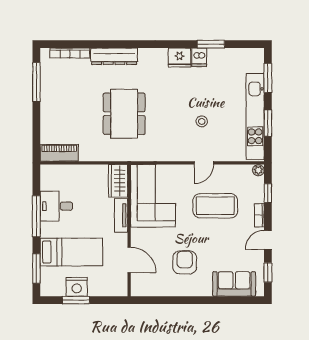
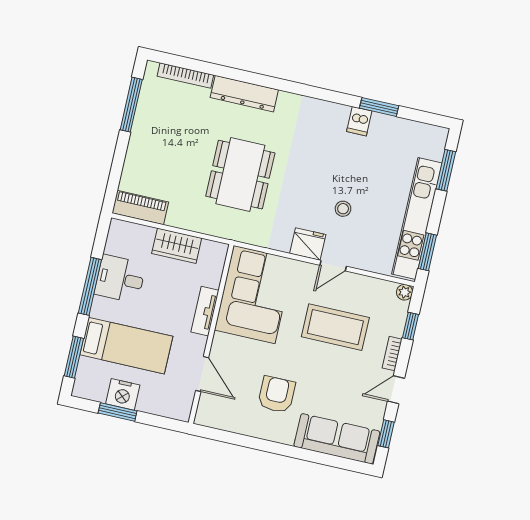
fridge: (180, 58) -> (308, 244), moved, turned 180
window: (268, 123) -> (427, 252), moved
wardrobe: (118, 181) -> (177, 246), moved, turned -90
sofa: (234, 284) -> (337, 439), width x1.36

